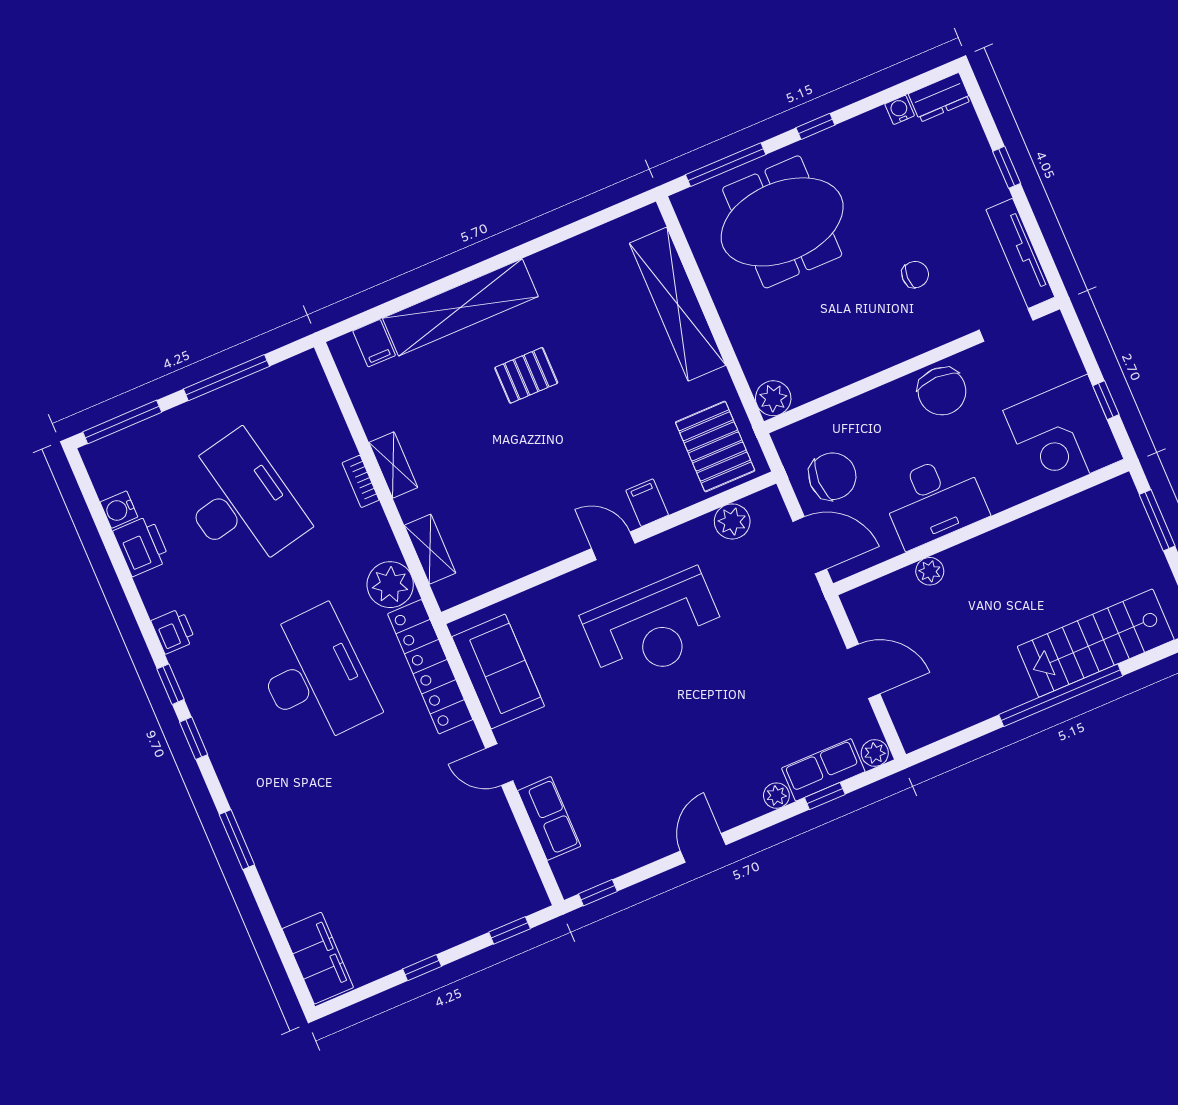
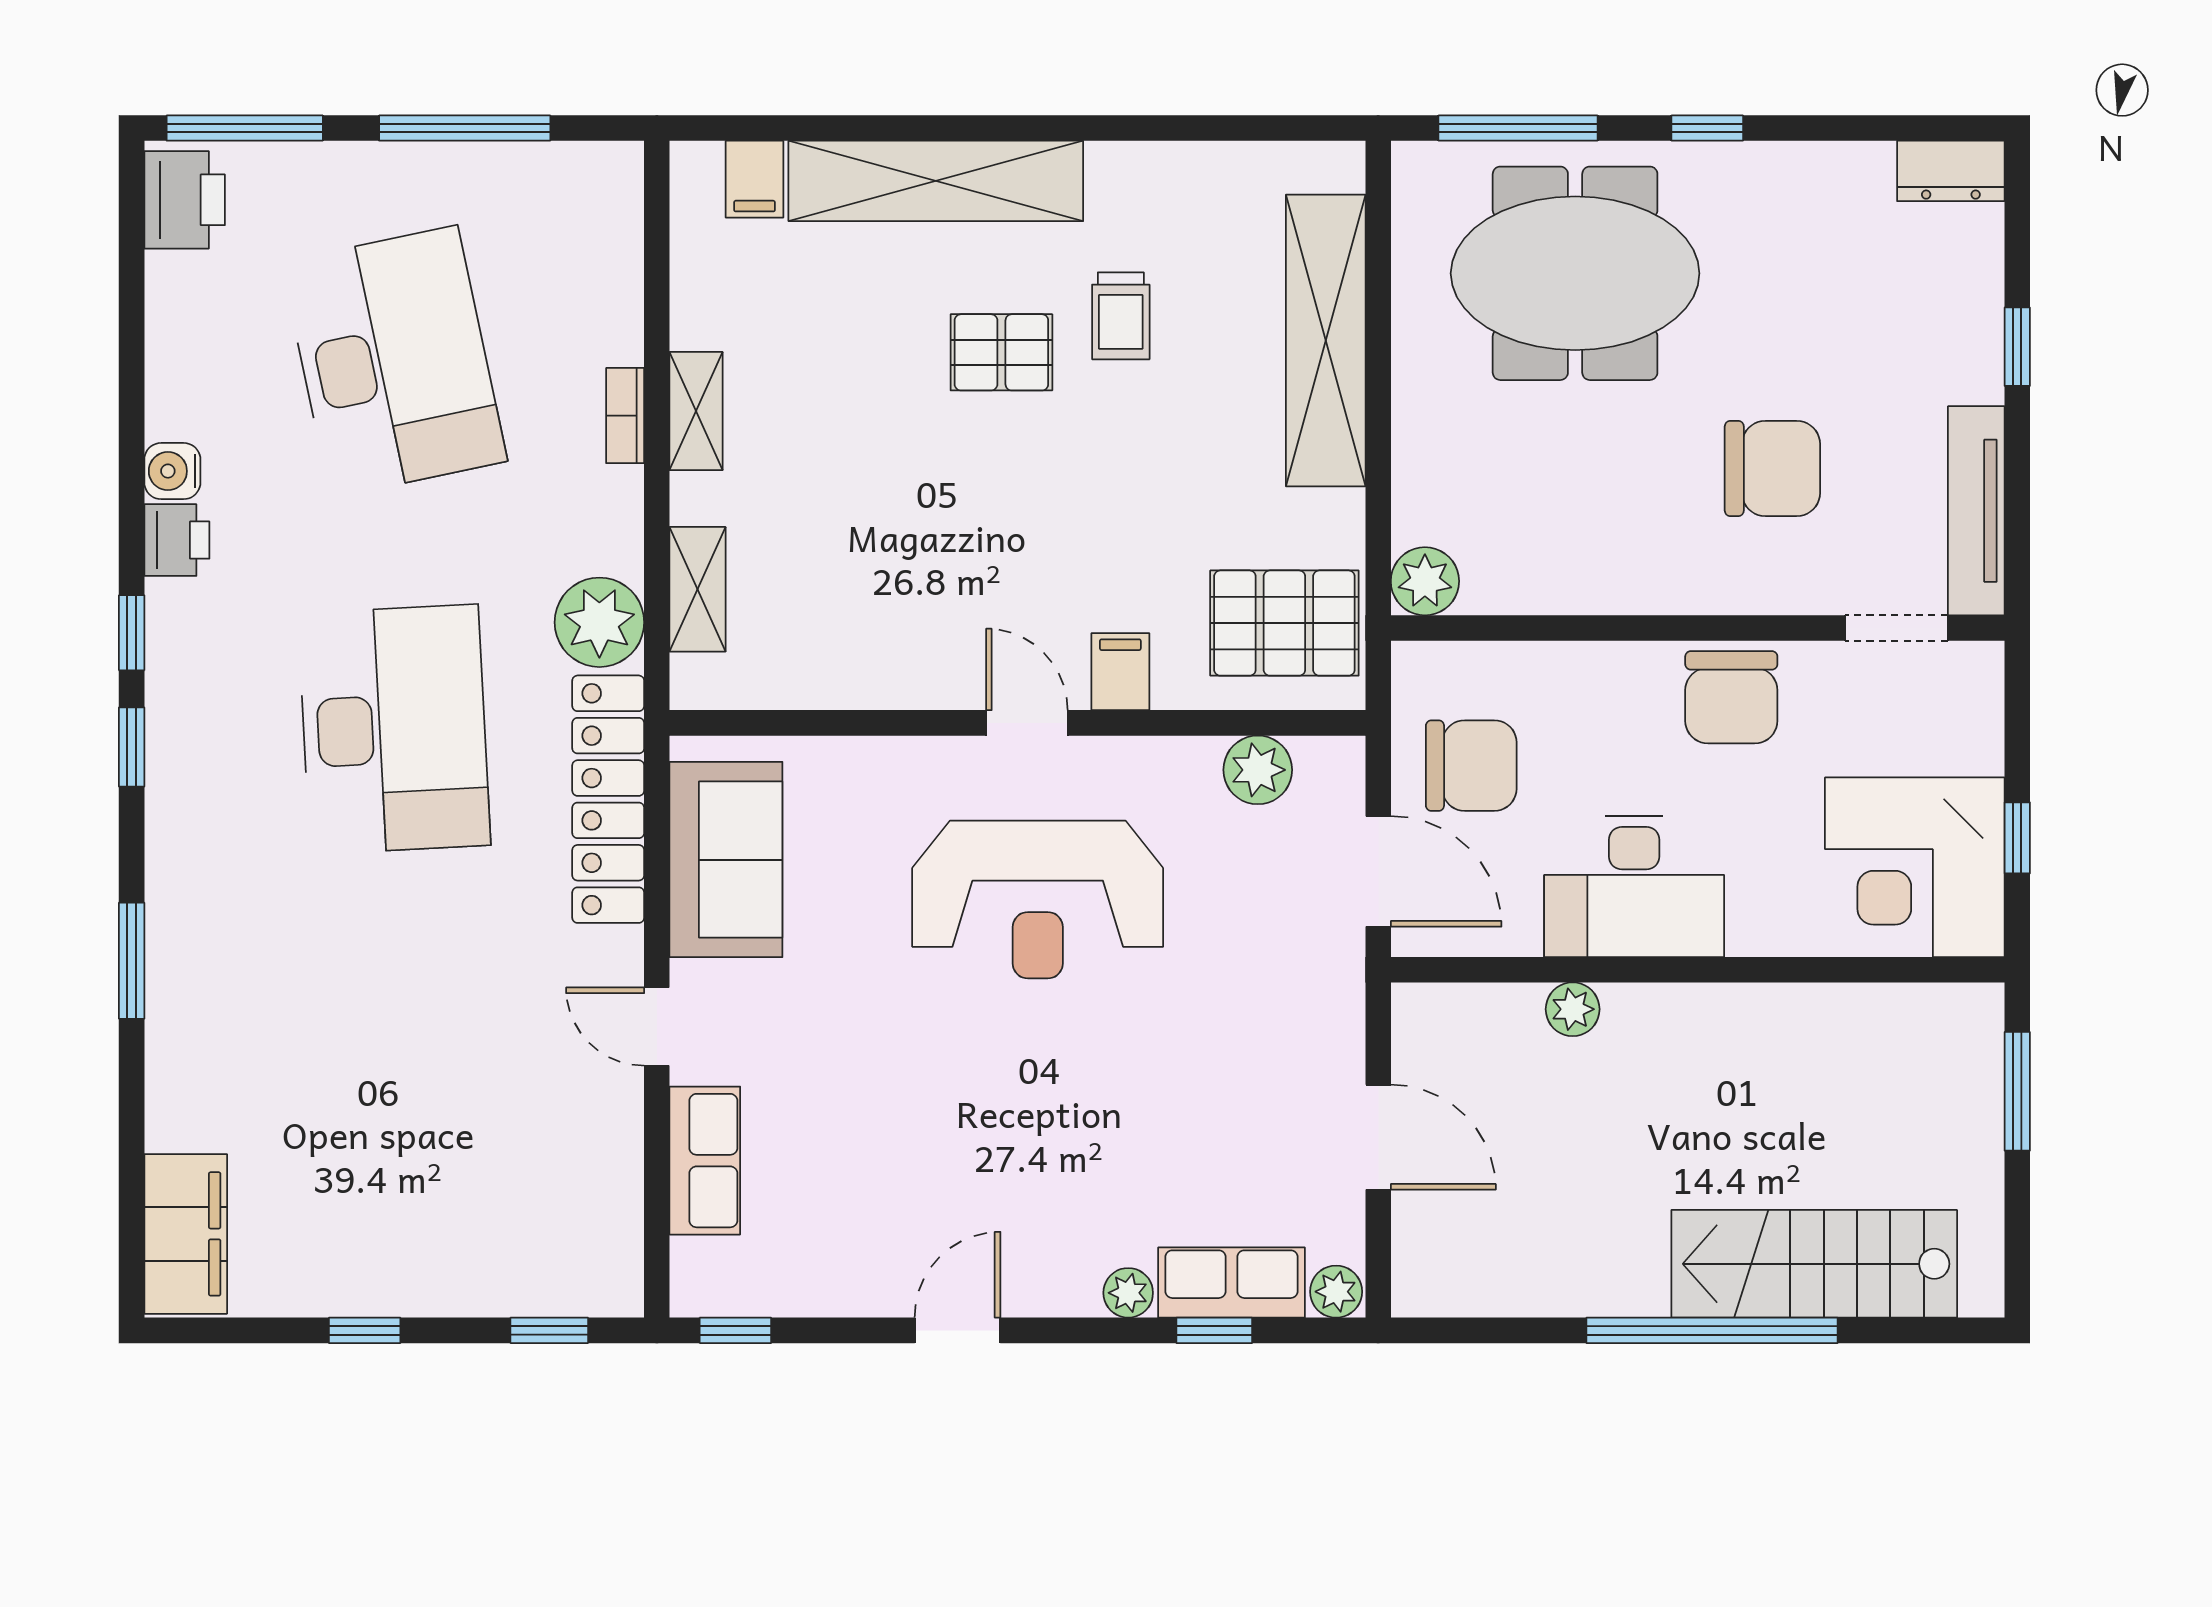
water cooler: (900, 110) -> (1870, 163), removed
chair: (915, 275) -> (1772, 468), width x1.87, depth x1.87
trolley: (575, 334) -> (1121, 316), added
pallet: (715, 446) -> (1284, 623), turned 90
water cooler: (119, 510) -> (172, 471), moved
printer: (141, 546) -> (185, 200), moved

